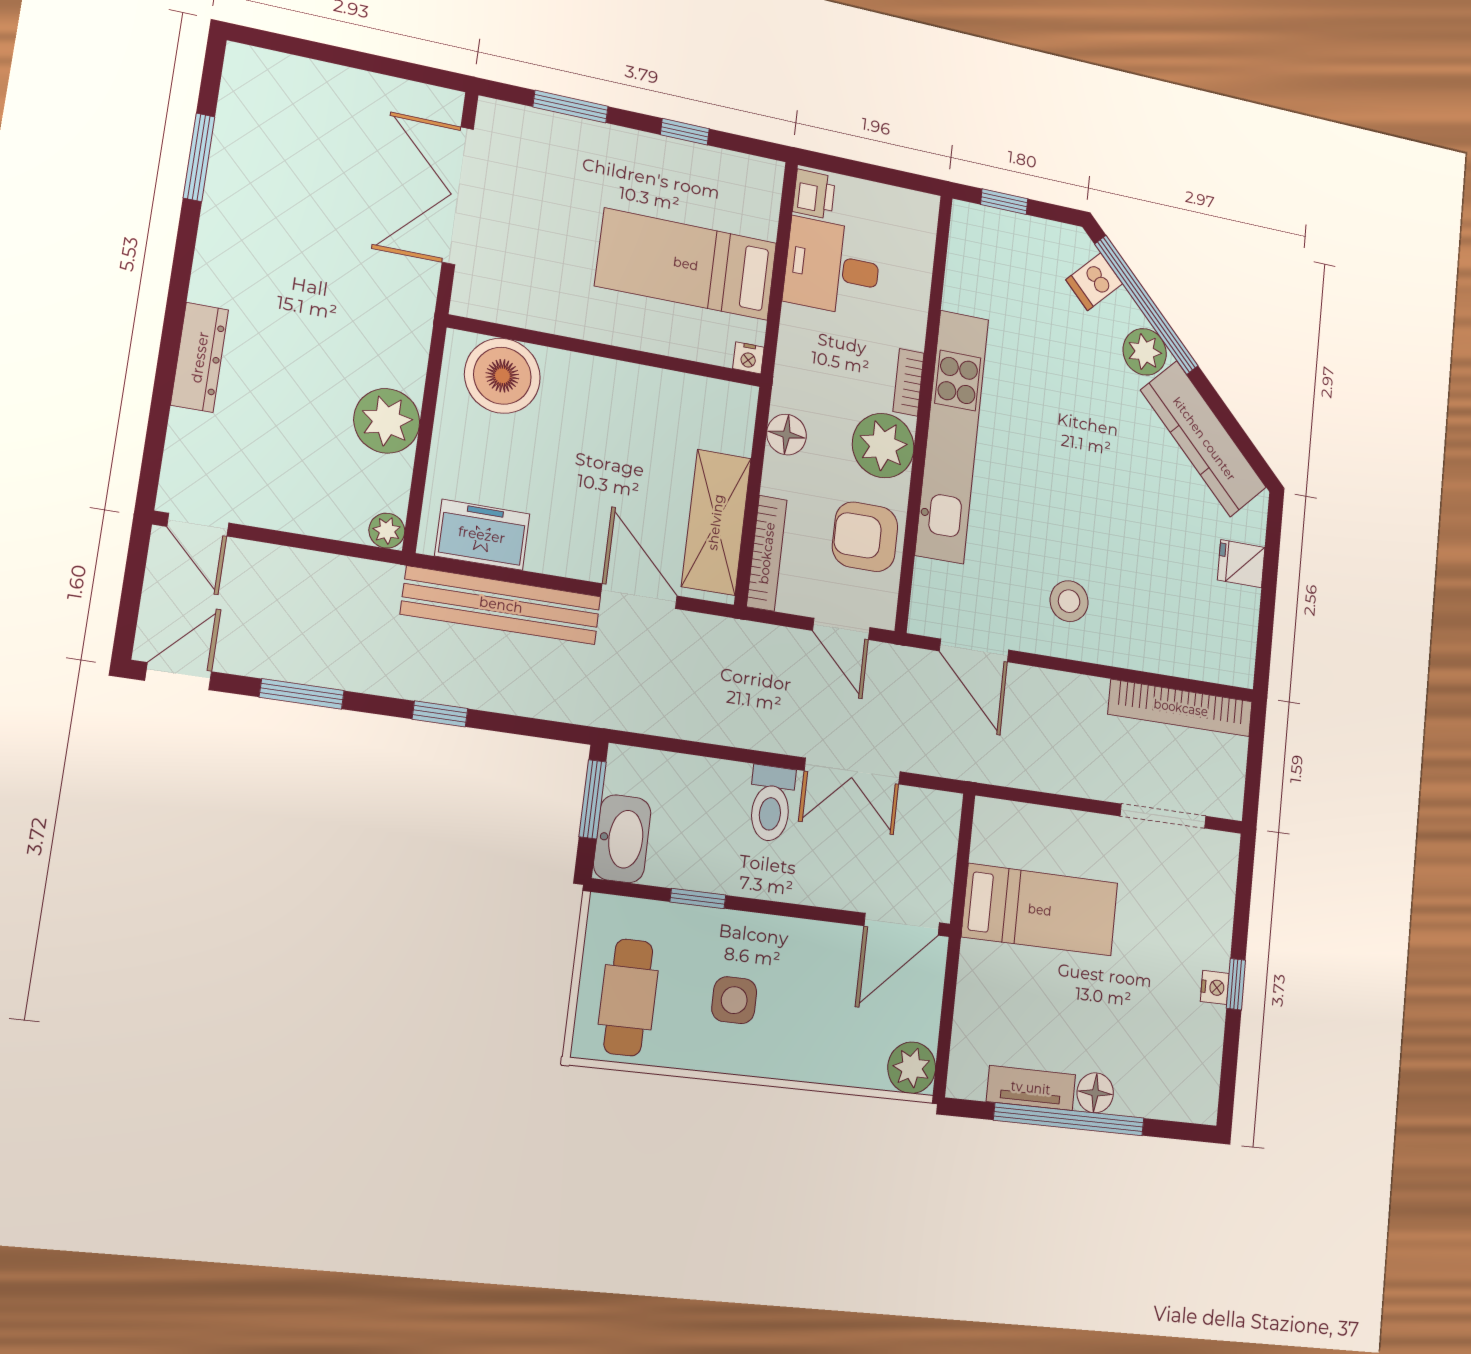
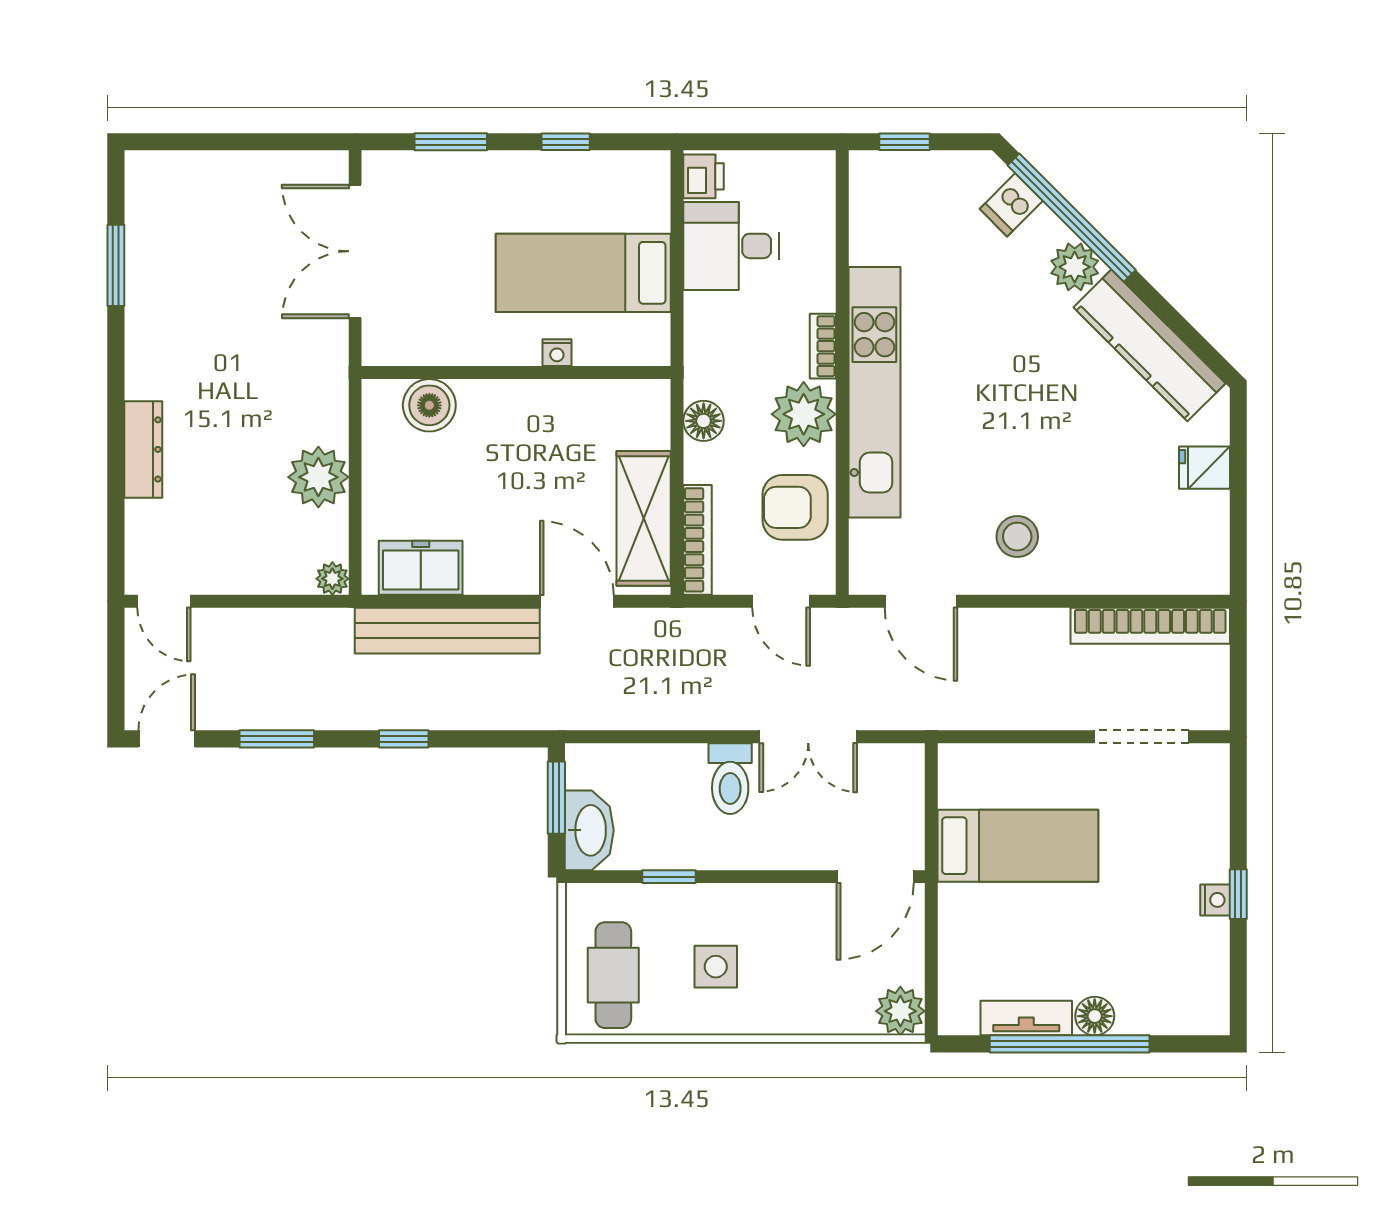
nightstand: (748, 358) -> (557, 353), moved
boiler: (502, 376) -> (429, 405), width x0.73, depth x0.73

